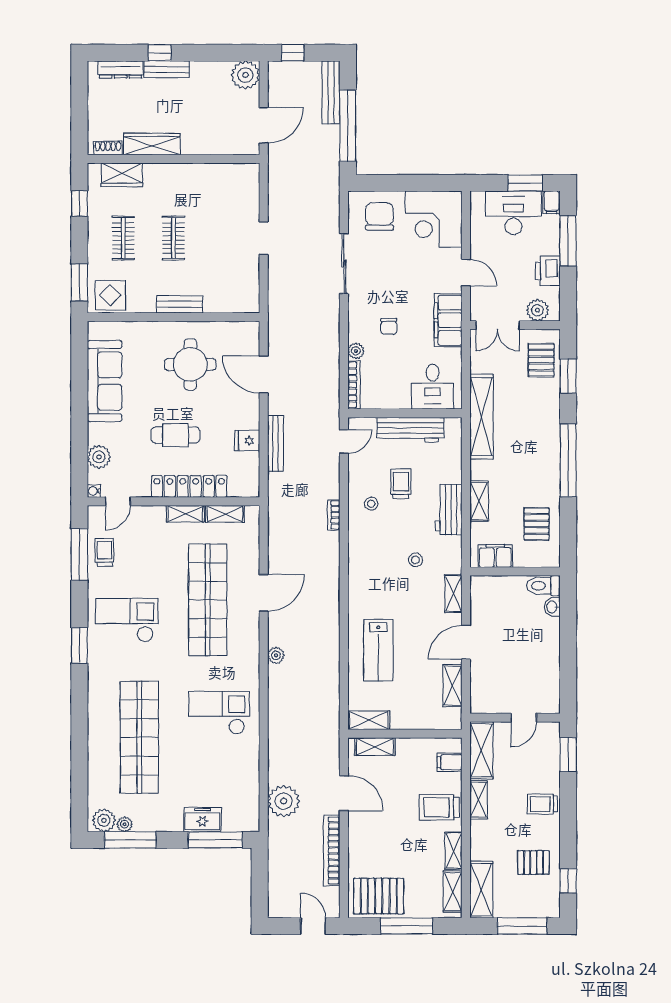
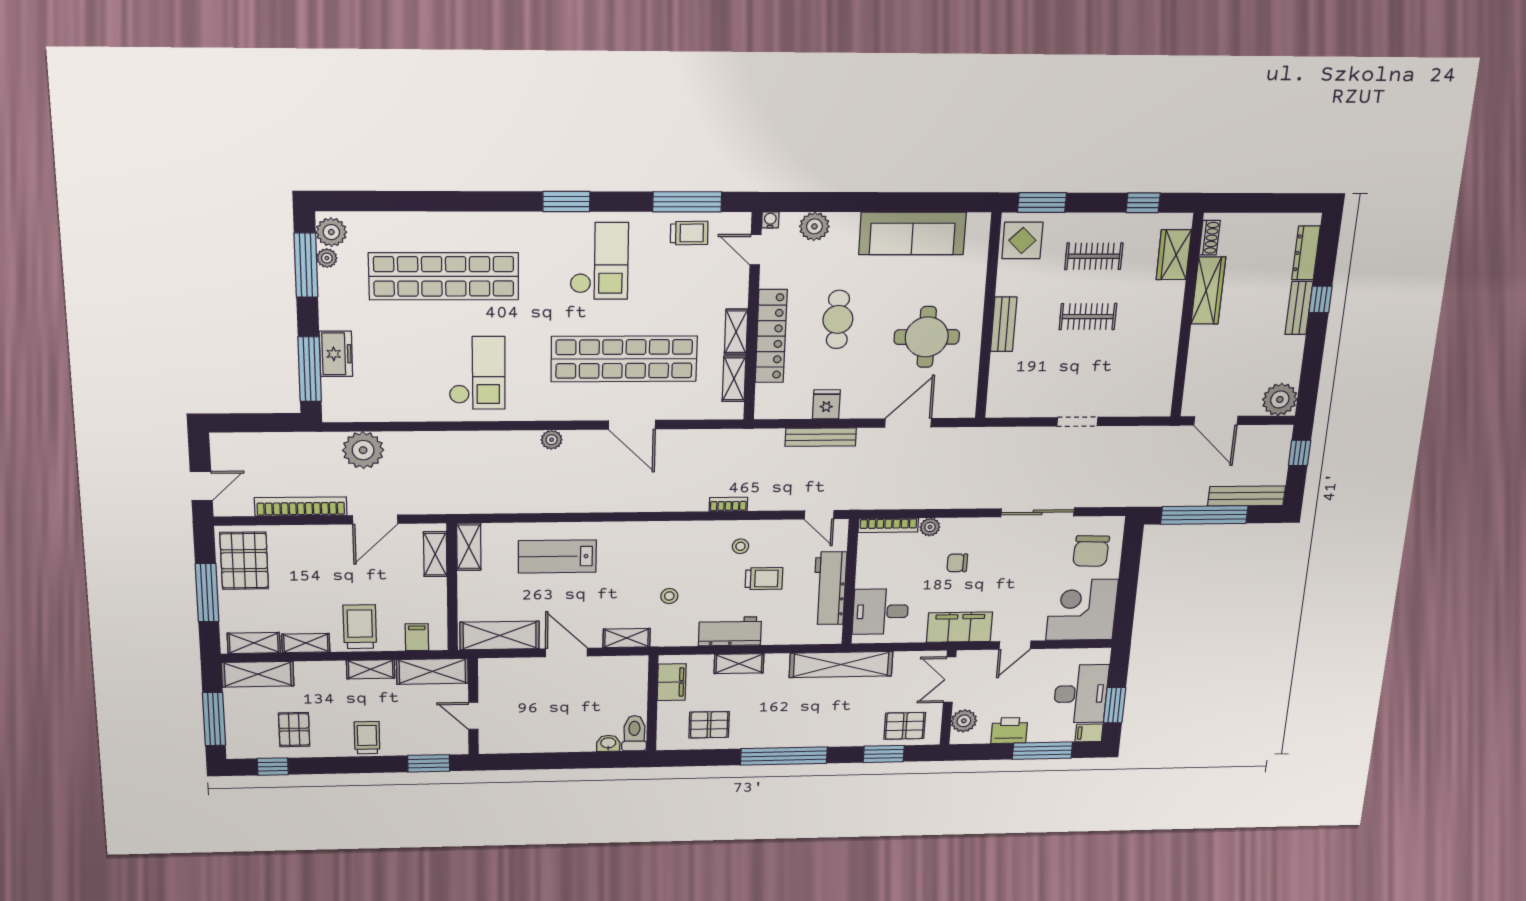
chair: (379, 216) -> (1091, 551), turned 92
shelving: (452, 686) -> (500, 635), width x1.50, depth x1.33

